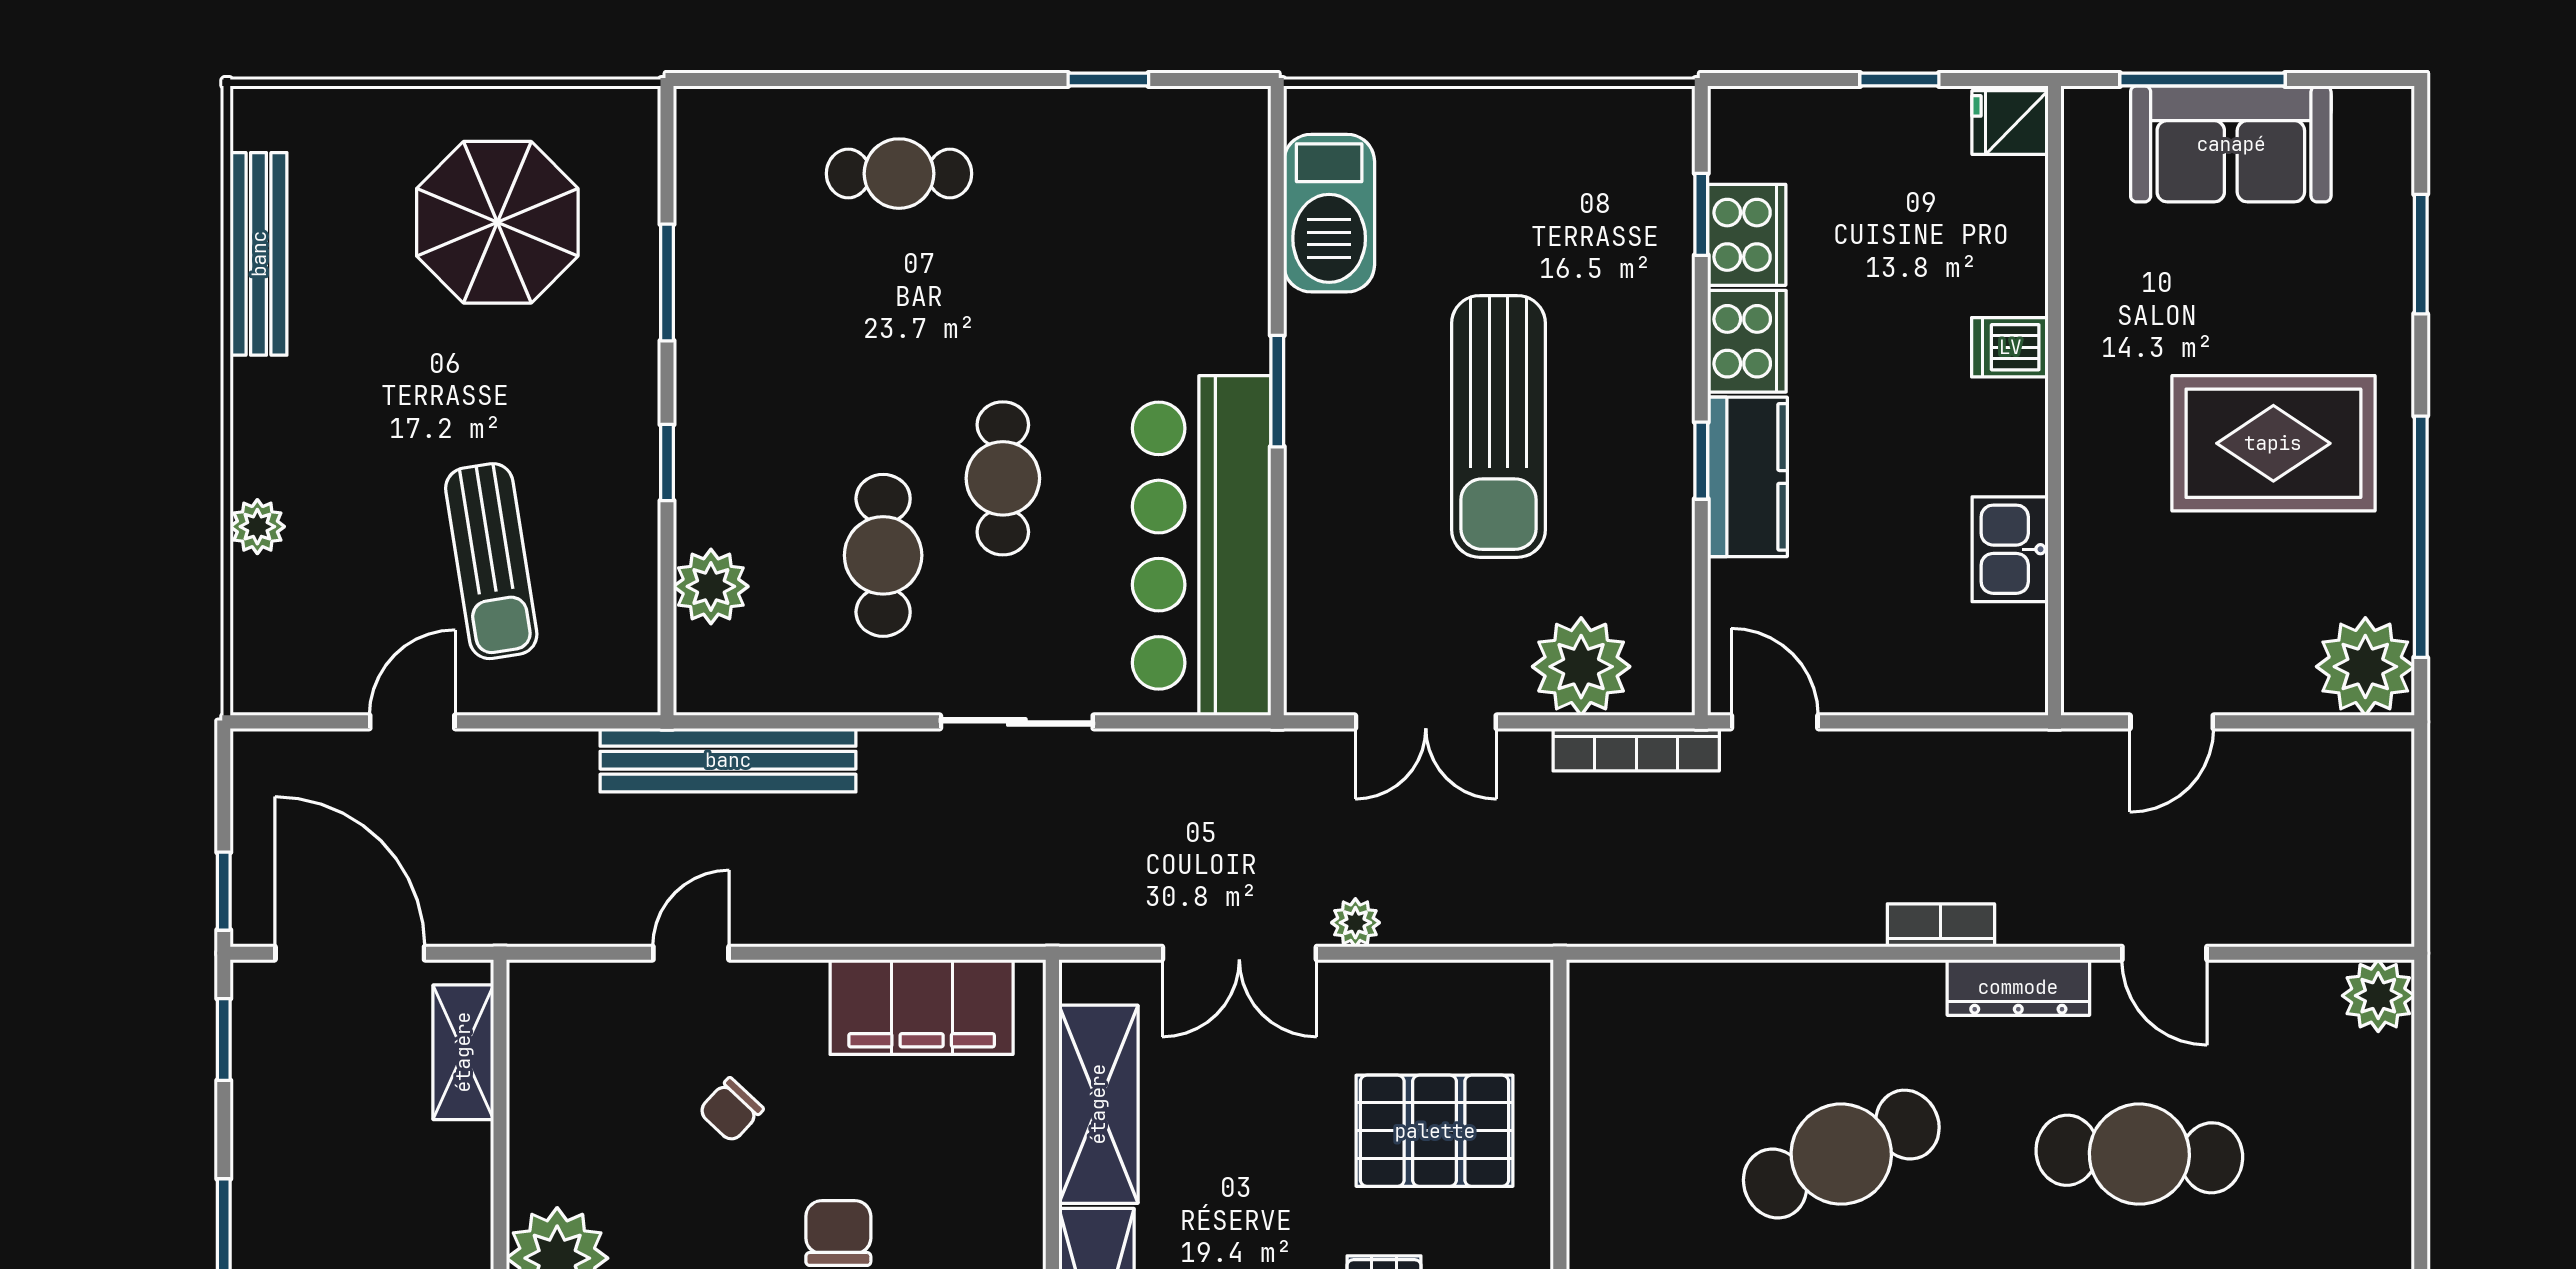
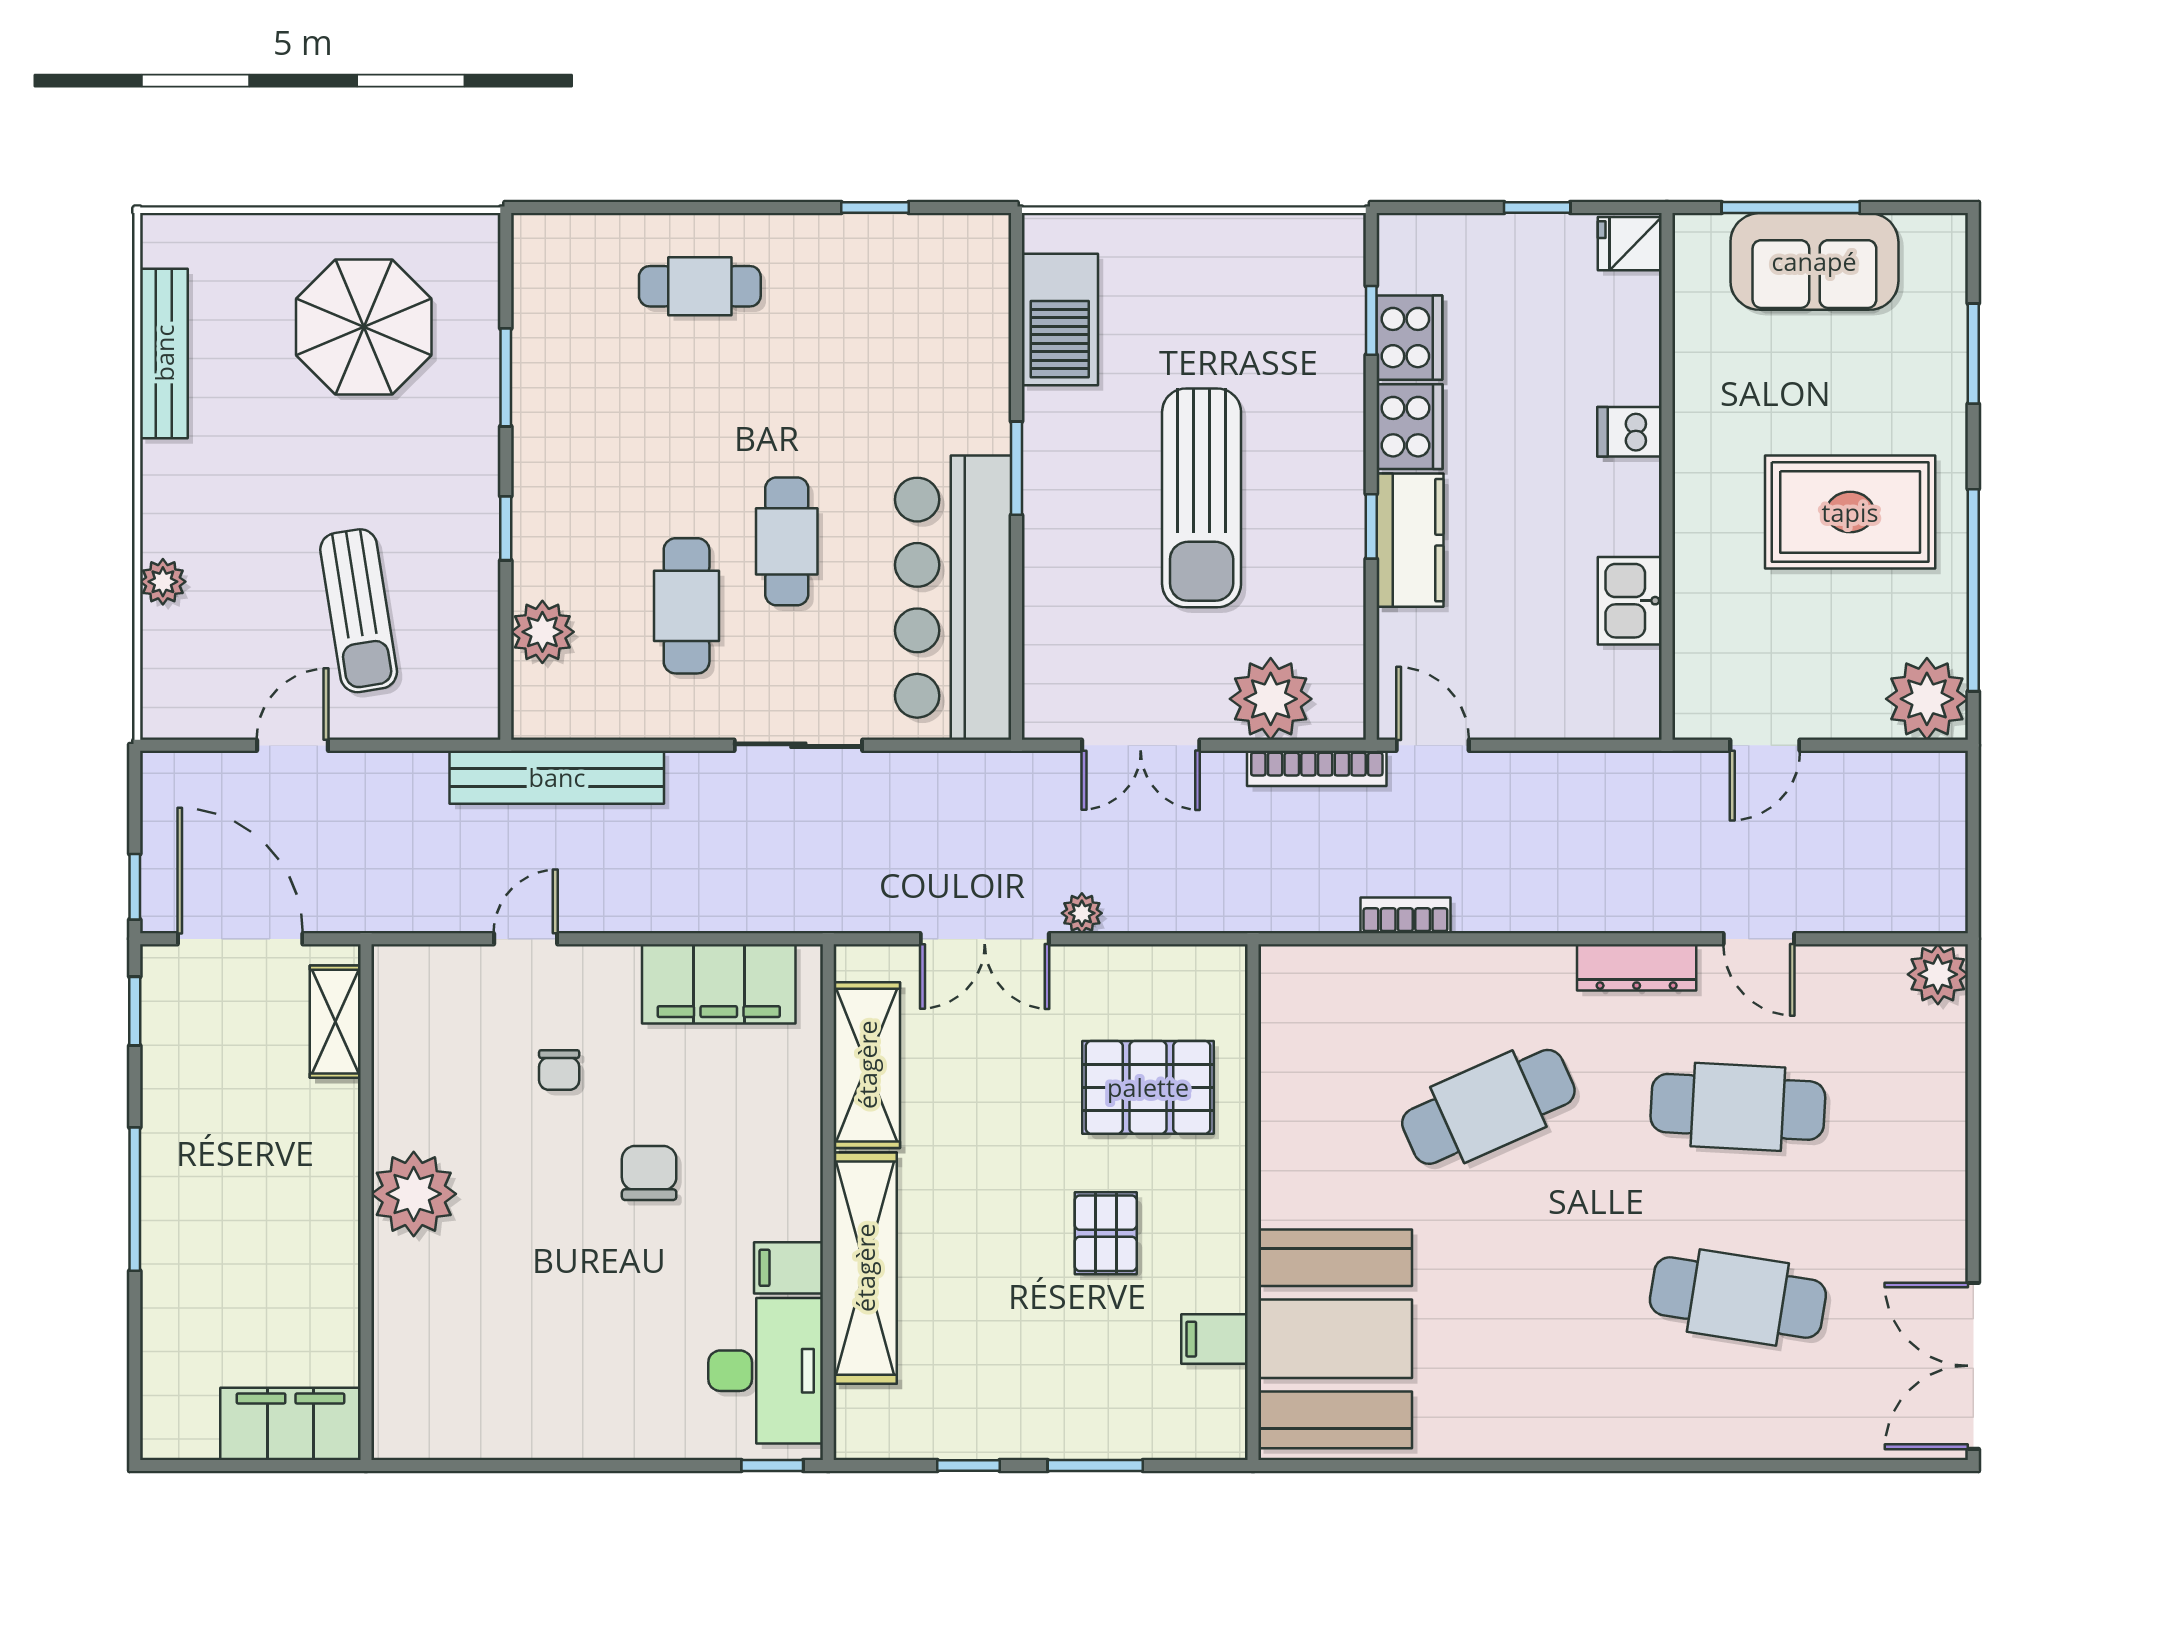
bookcase: (1941, 925) -> (1405, 915), moved
chair: (731, 1110) -> (559, 1070), turned -43

